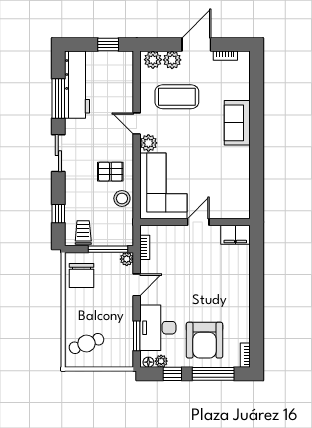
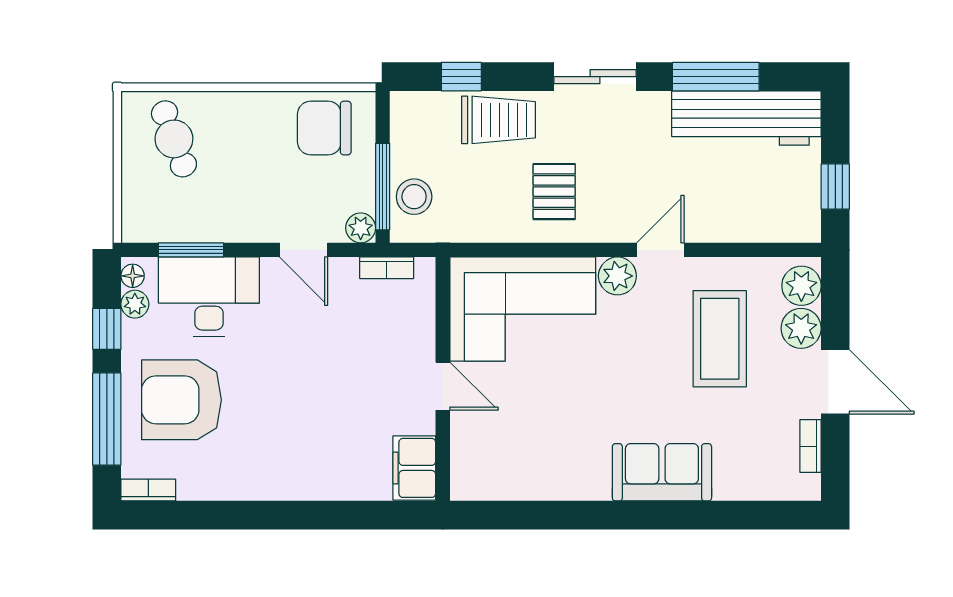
stool: (122, 198) -> (414, 197), moved
trolley: (83, 233) -> (499, 120), moved, width x1.36, depth x1.39

